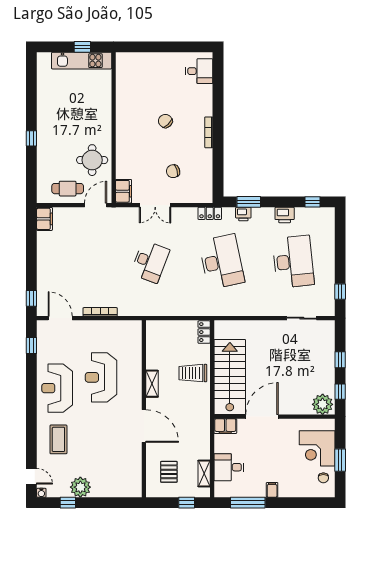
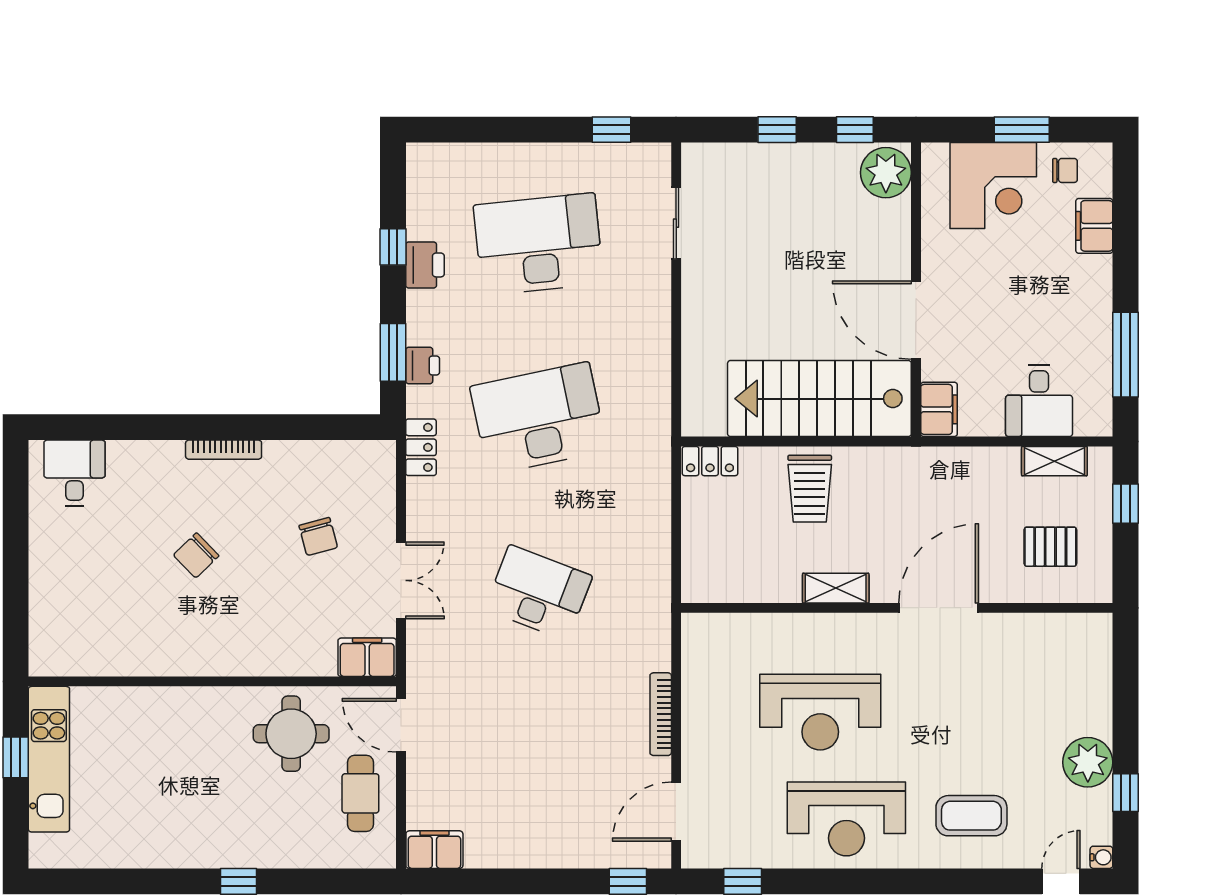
window: (312, 202) -> (393, 247), moved
filing cabinet: (272, 490) -> (1094, 226), moved, width x2.00

